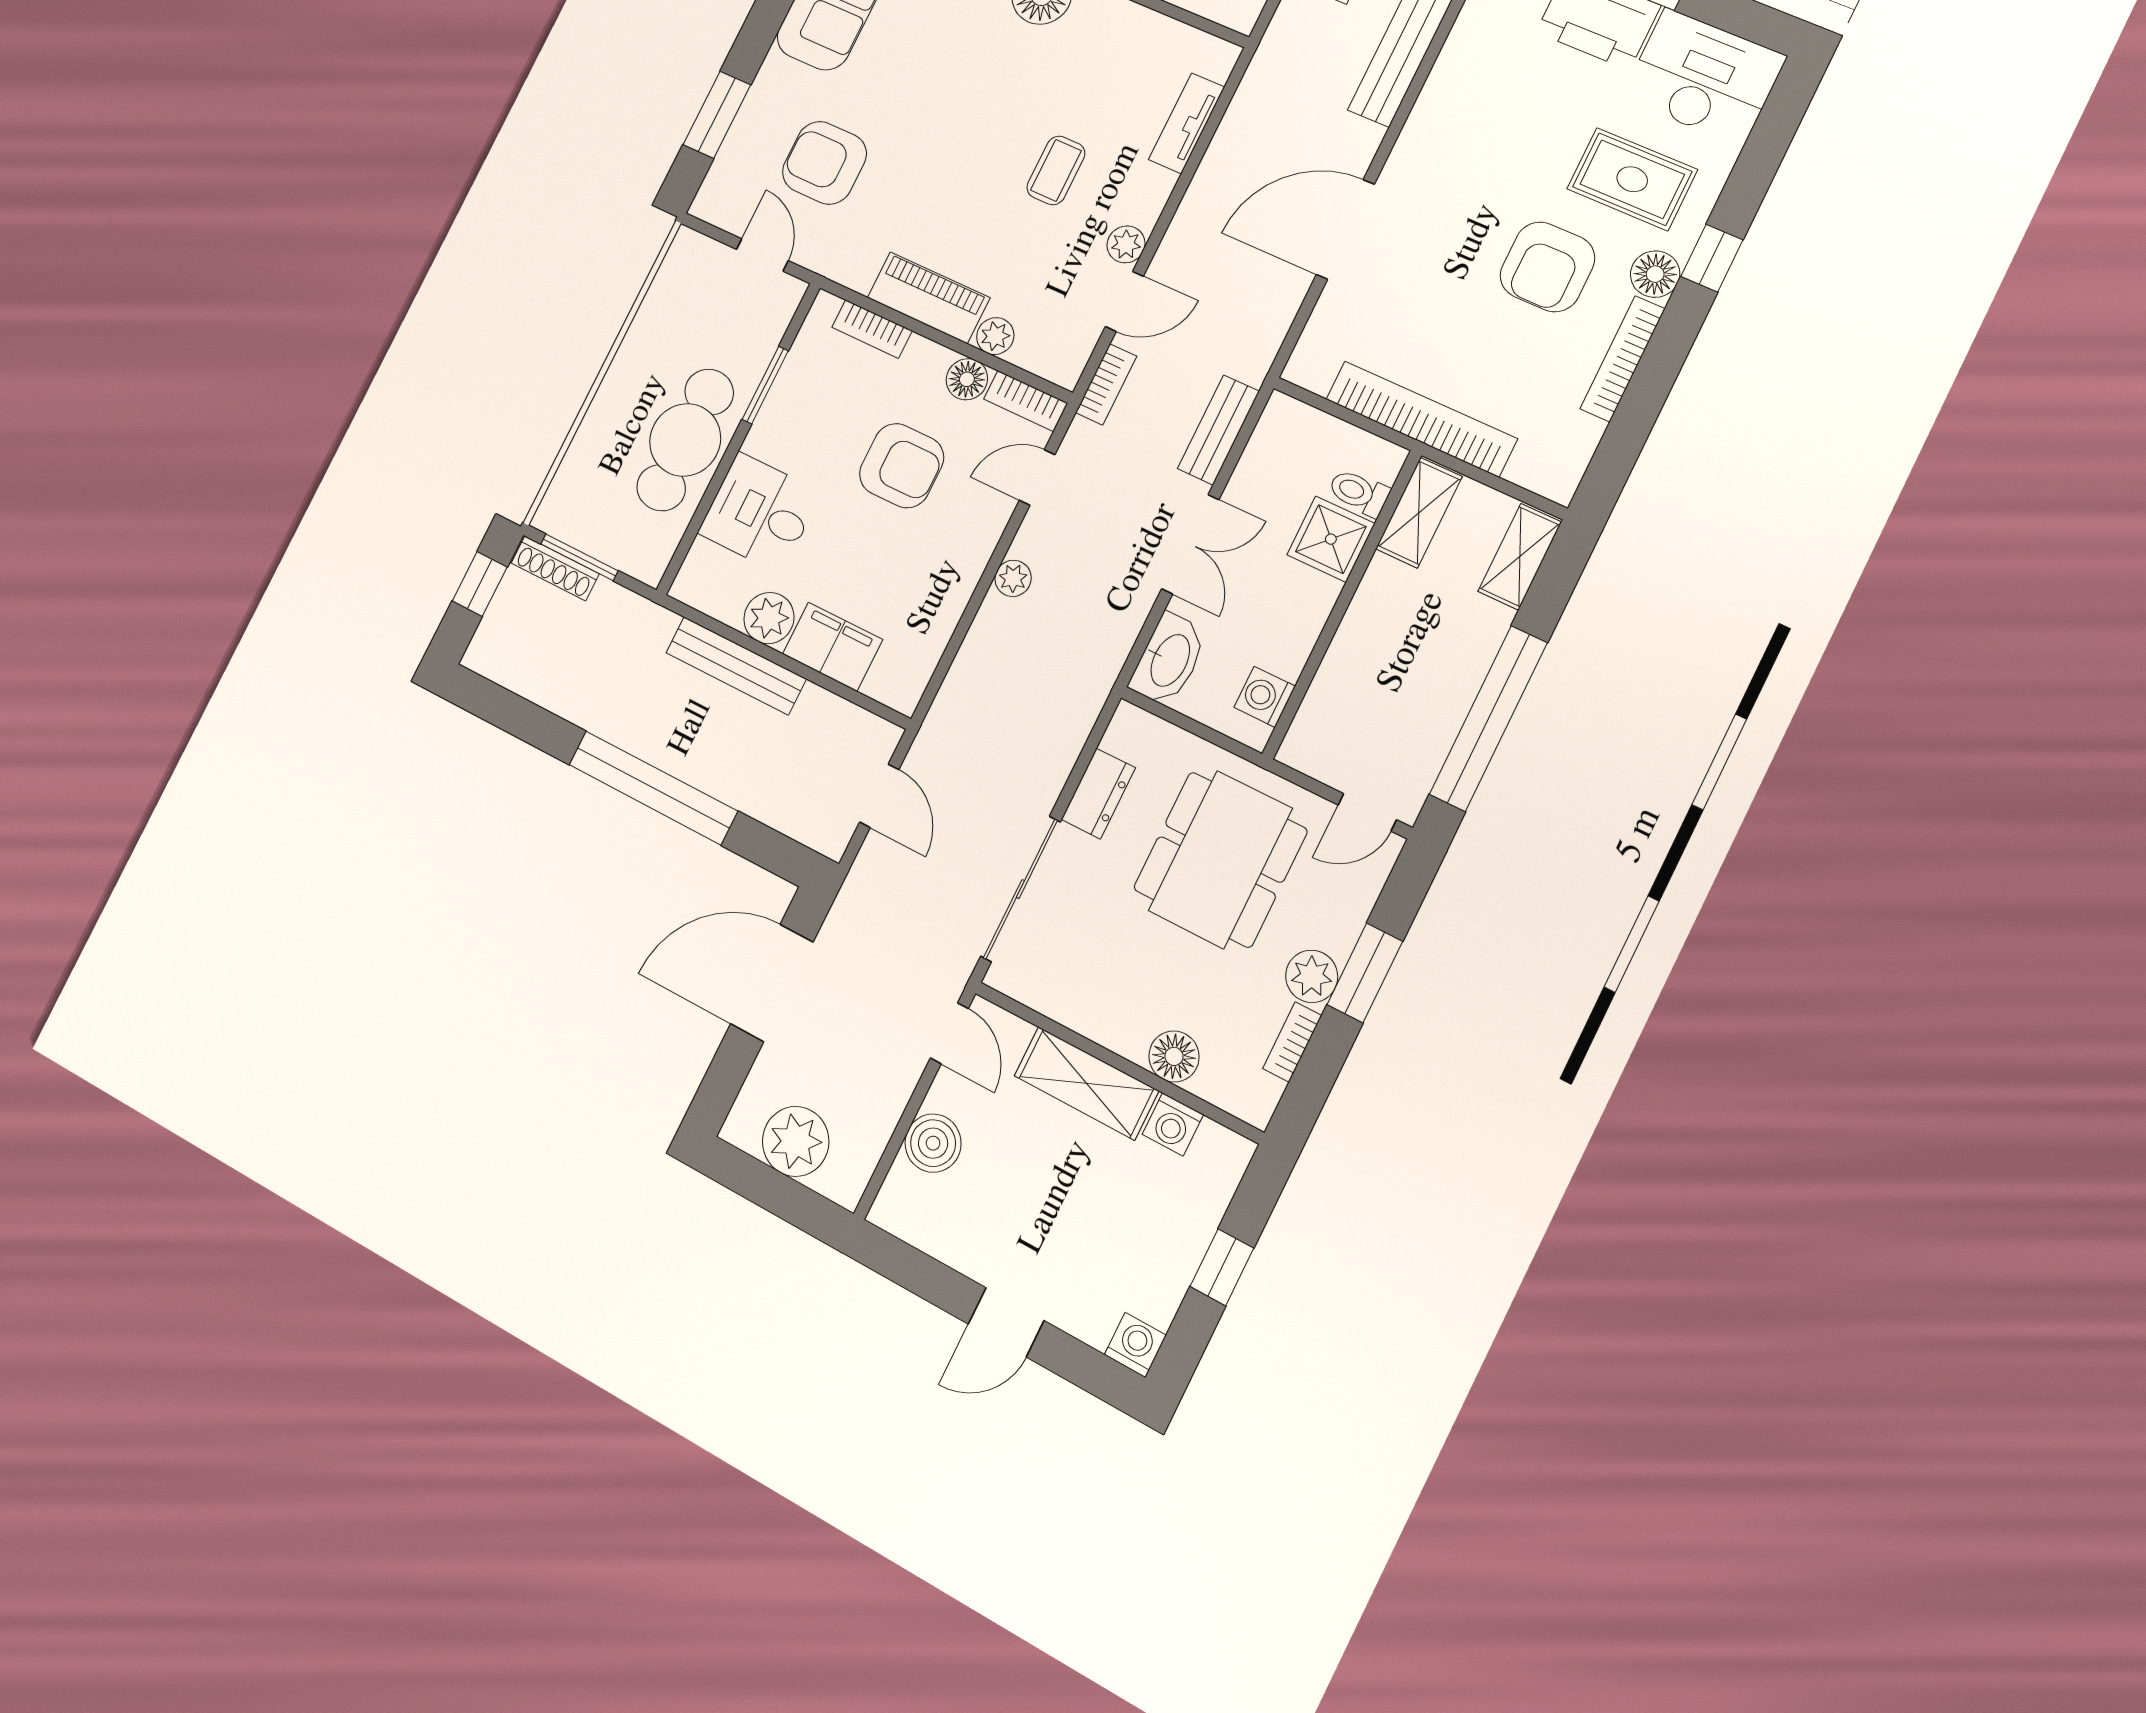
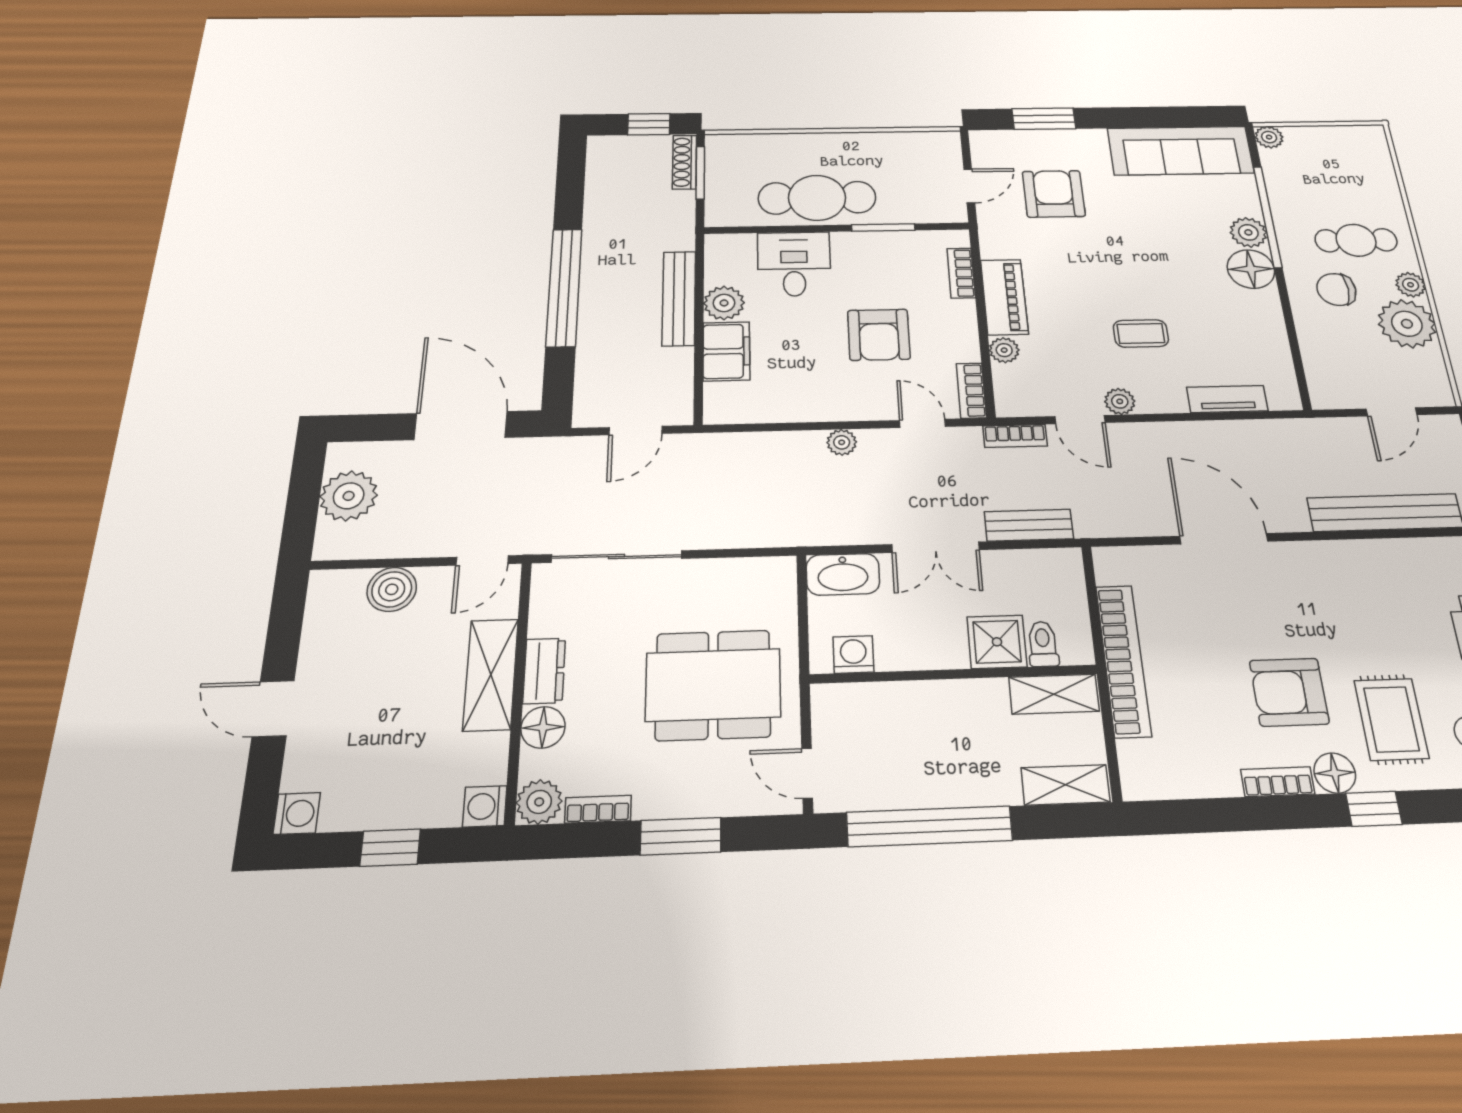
bookcase: (1623, 359) -> (1278, 782), width x0.64
floor lamp: (967, 379) -> (963, 347), removed
dresser: (1098, 794) -> (544, 671), moved, turned -90
plant: (1312, 976) -> (539, 802), moved
washing machine: (1173, 1124) -> (485, 806), moved

